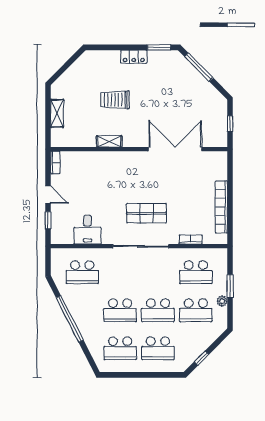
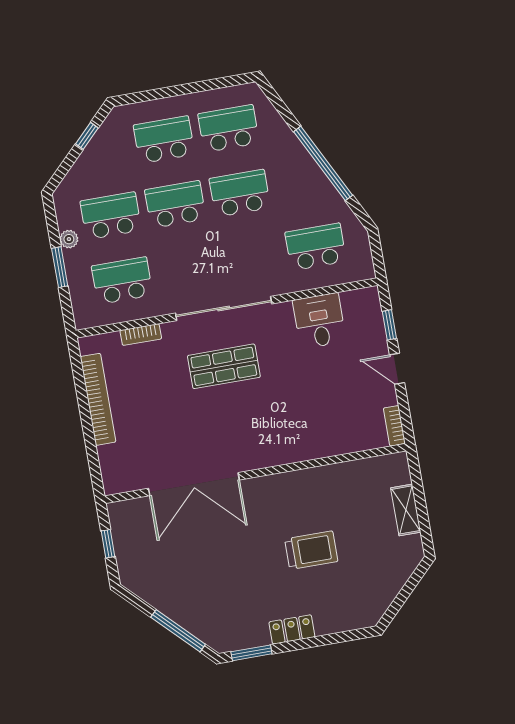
shelving: (109, 141) -> (309, 478), removed

